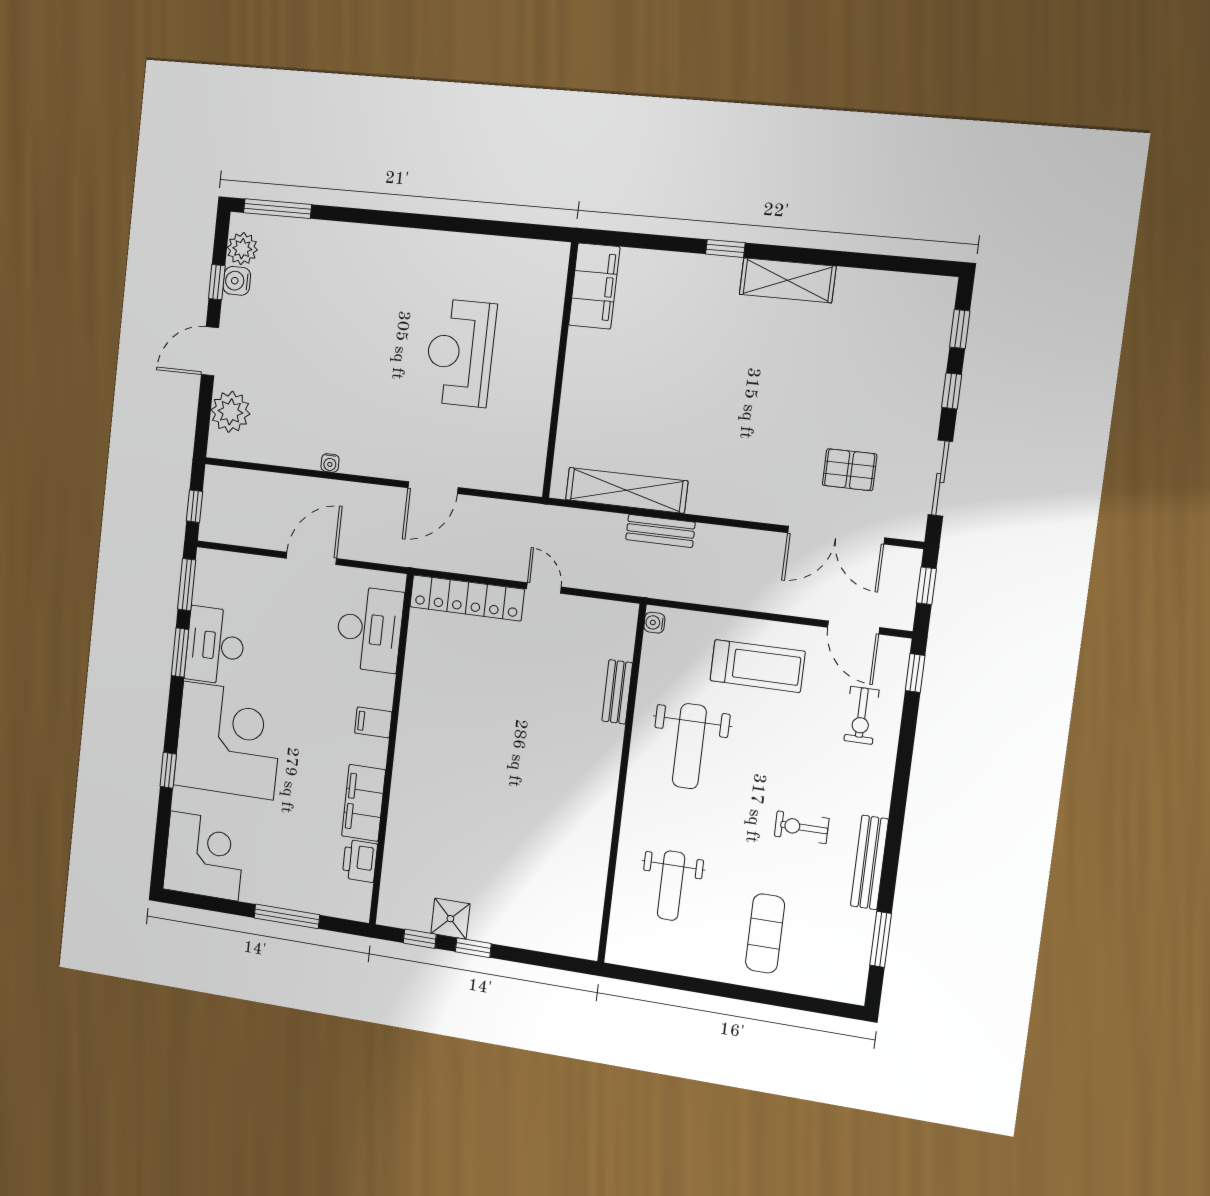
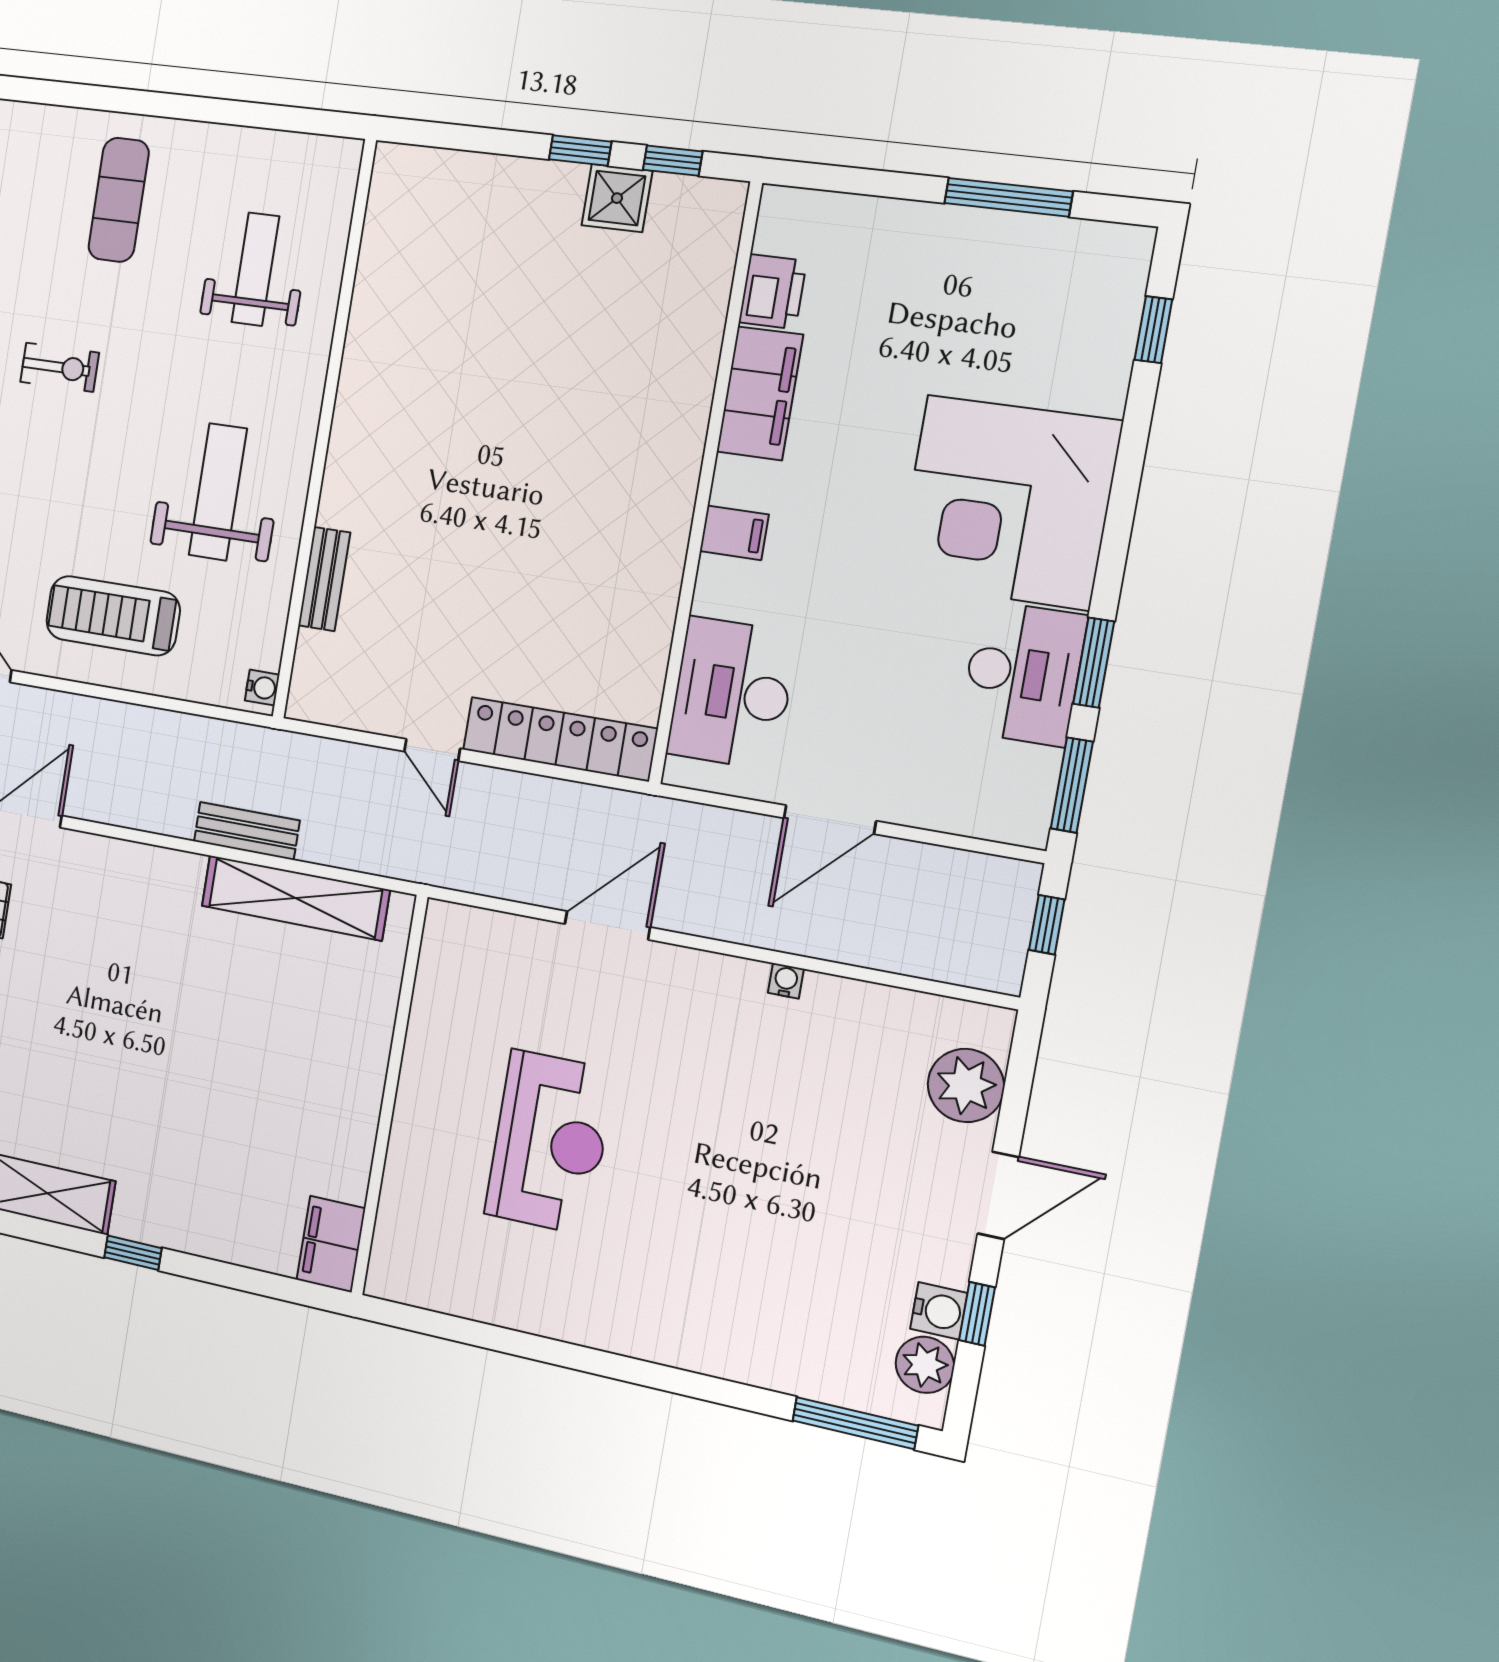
filing cabinet: (594, 286) -> (331, 1244), width x0.67, depth x0.86
window: (168, 770) -> (1153, 330), moved
corner desk: (204, 856) -> (1070, 291), removed
window: (287, 916) -> (1008, 197), moved

